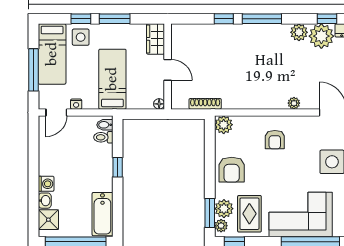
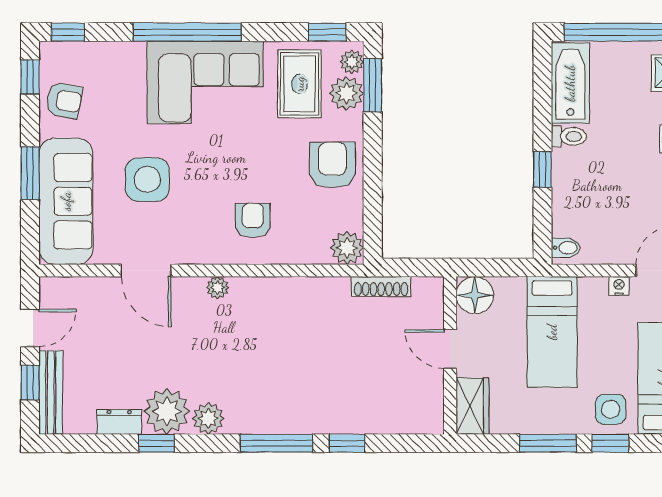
floor lamp: (159, 104) -> (475, 295), width x1.89, depth x1.89
toilet: (103, 137) -> (569, 136), moved

